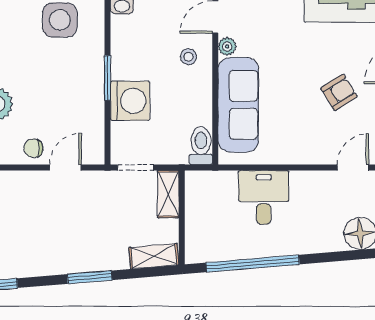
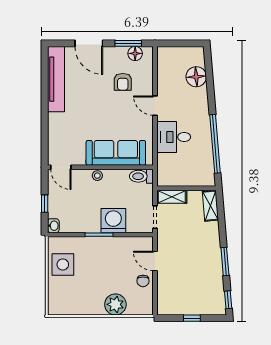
plant: (227, 47) -> (79, 160), removed
stool: (188, 57) -> (97, 176), moved
armchair: (339, 92) -> (123, 82), moved, turned -148
door: (353, 167) -> (155, 106), moved
window: (90, 277) -> (225, 261), moved

